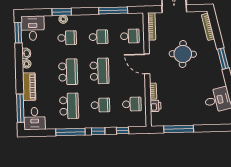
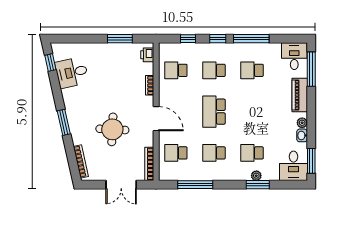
school desk: (68, 72) -> (252, 112), removed
school desk: (69, 106) -> (252, 70), width x0.54
printer: (156, 106) -> (147, 55), moved
window: (179, 129) -> (120, 39), width x0.69

